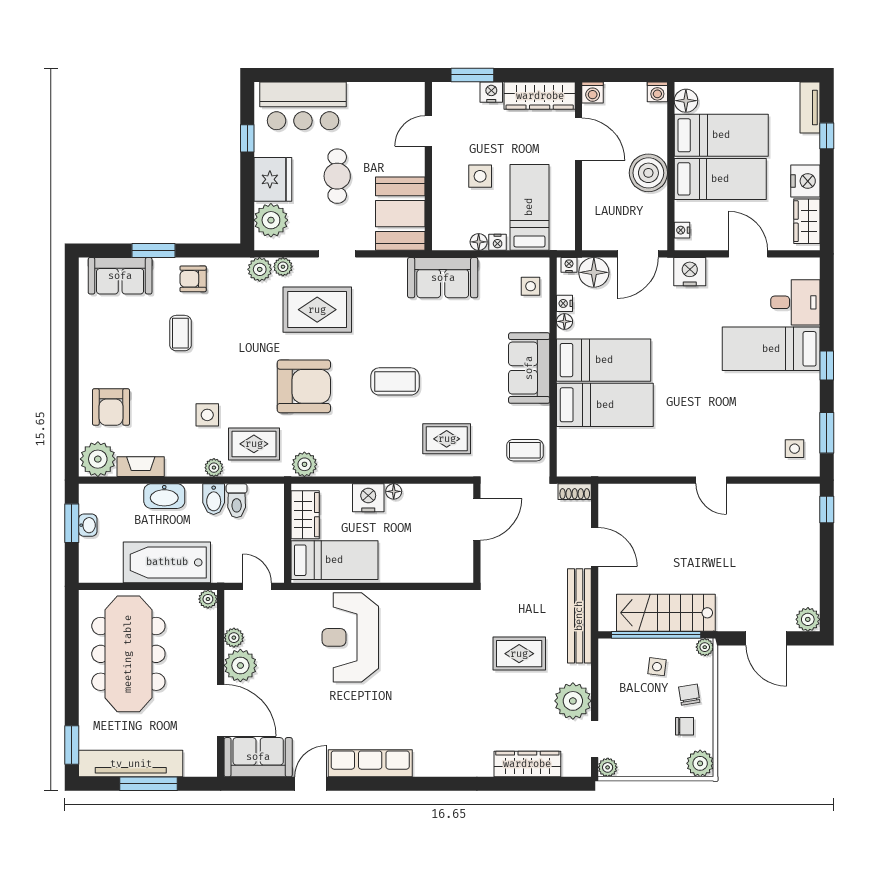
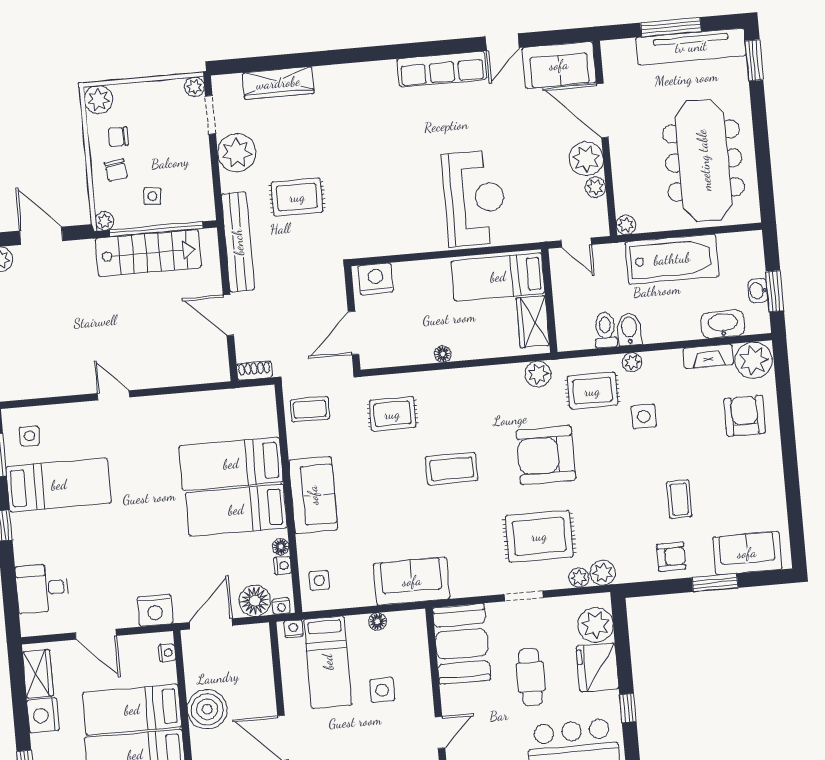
nightstand: (498, 242) -> (293, 629), moved
bed: (771, 349) -> (59, 485), moved
washbasin: (164, 496) -> (723, 324), moved
nightstand: (368, 498) -> (376, 279), moved, turned 180

